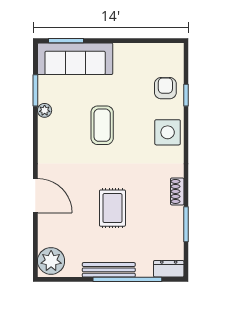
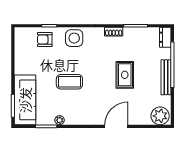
rug: (112, 208) -> (125, 75), turned 90

